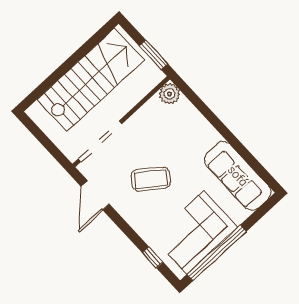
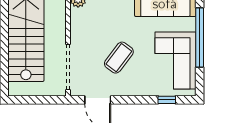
window: (217, 253) -> (200, 38), moved

